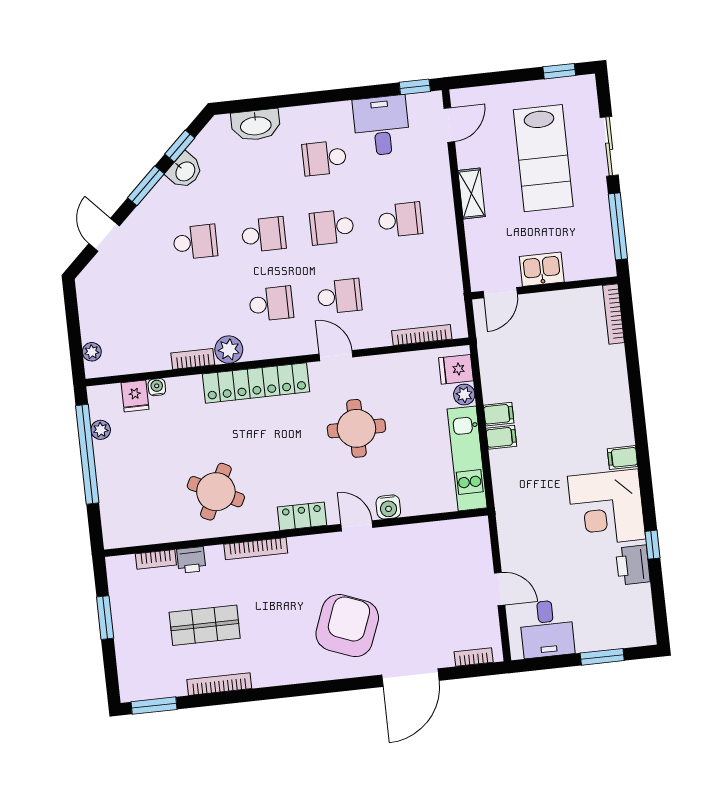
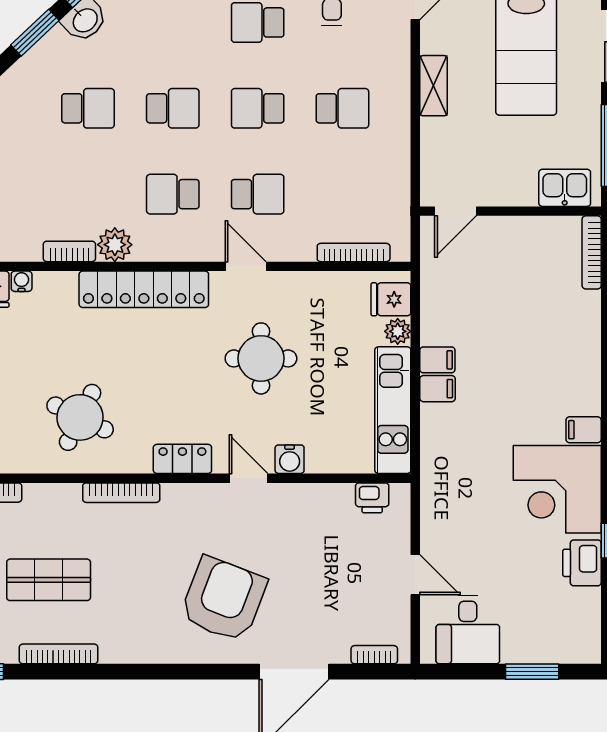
kitchen sink: (542, 269) -> (565, 188), moved
school desk: (271, 304) -> (173, 194), turned 180
printer: (191, 560) -> (372, 498), moved

